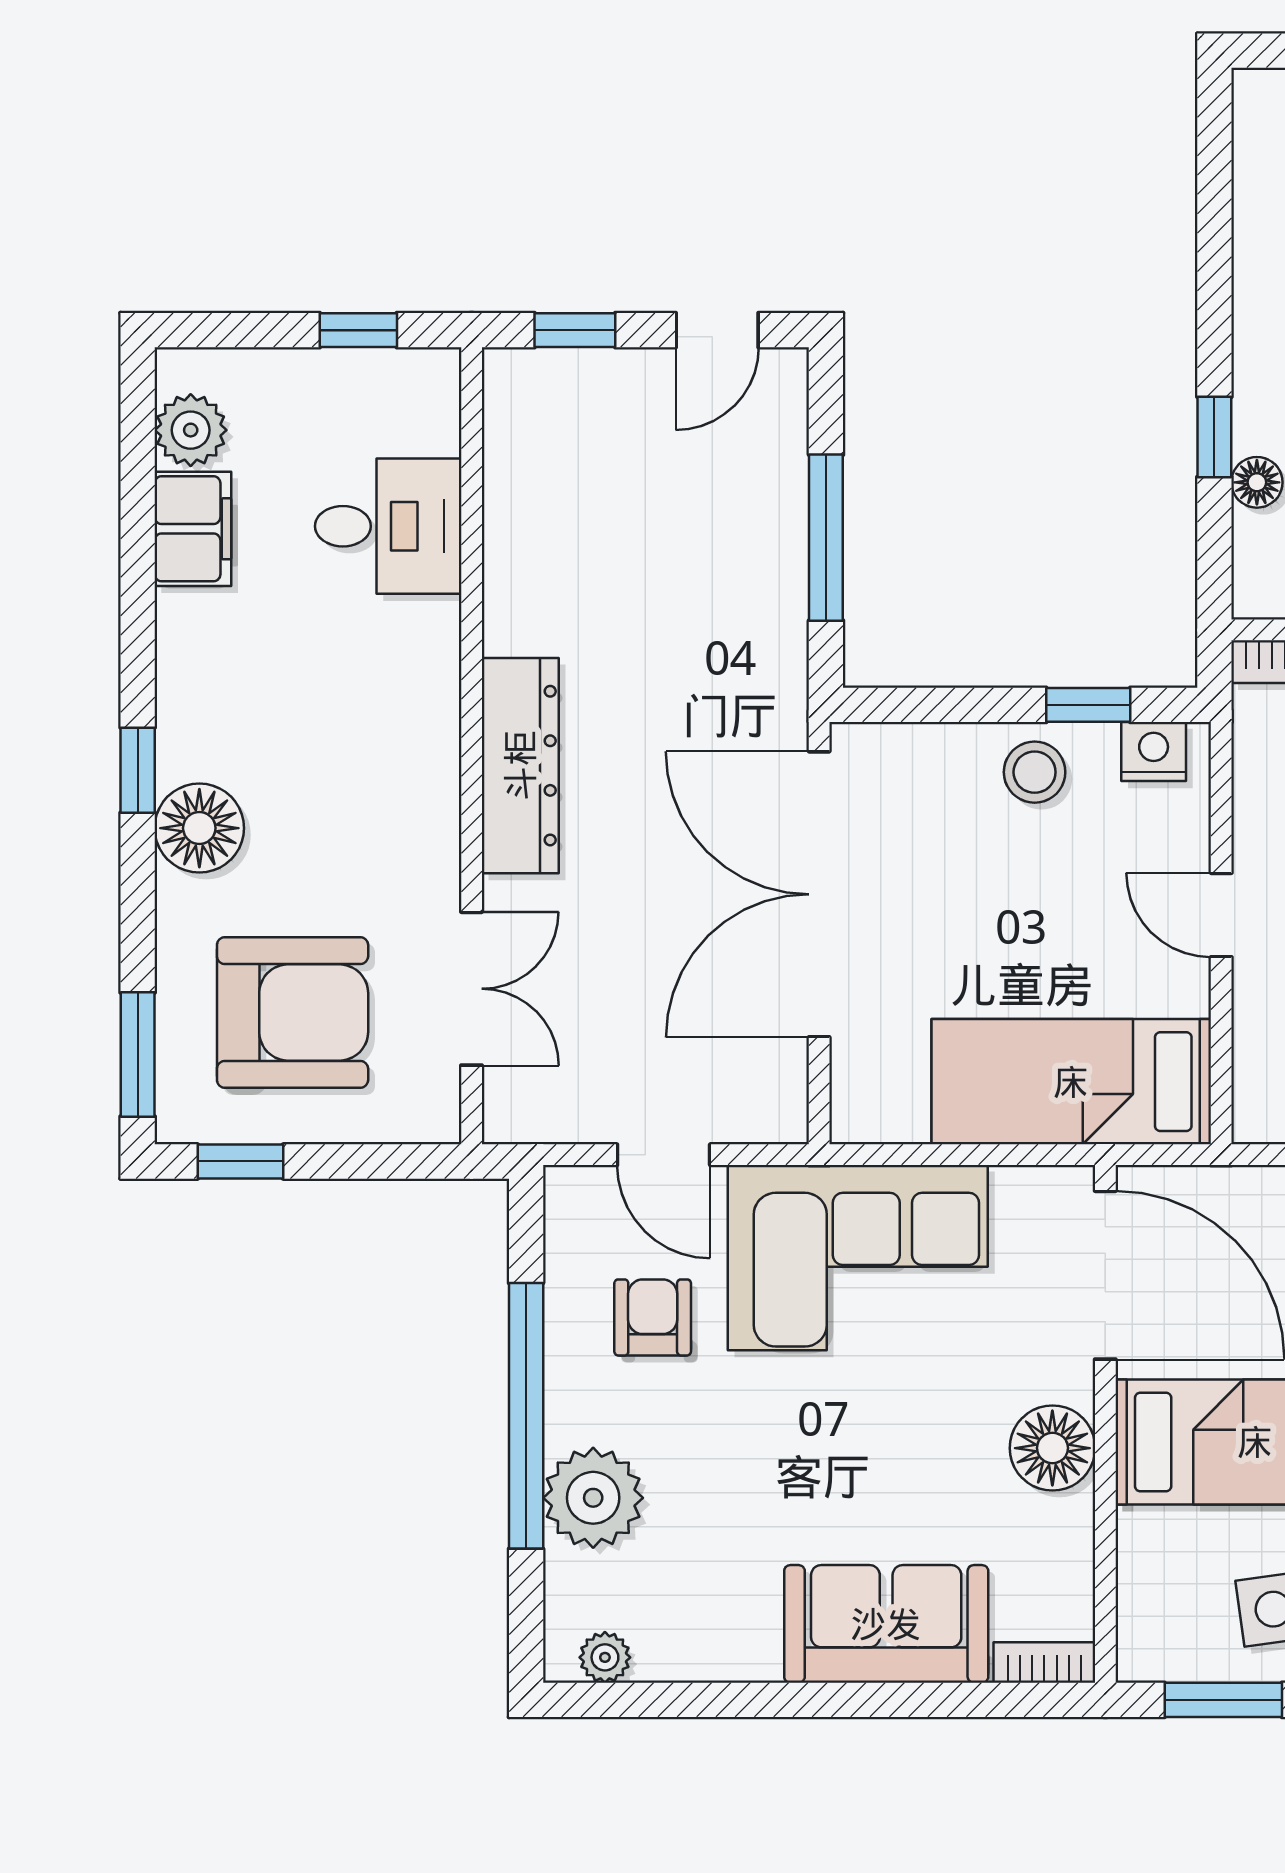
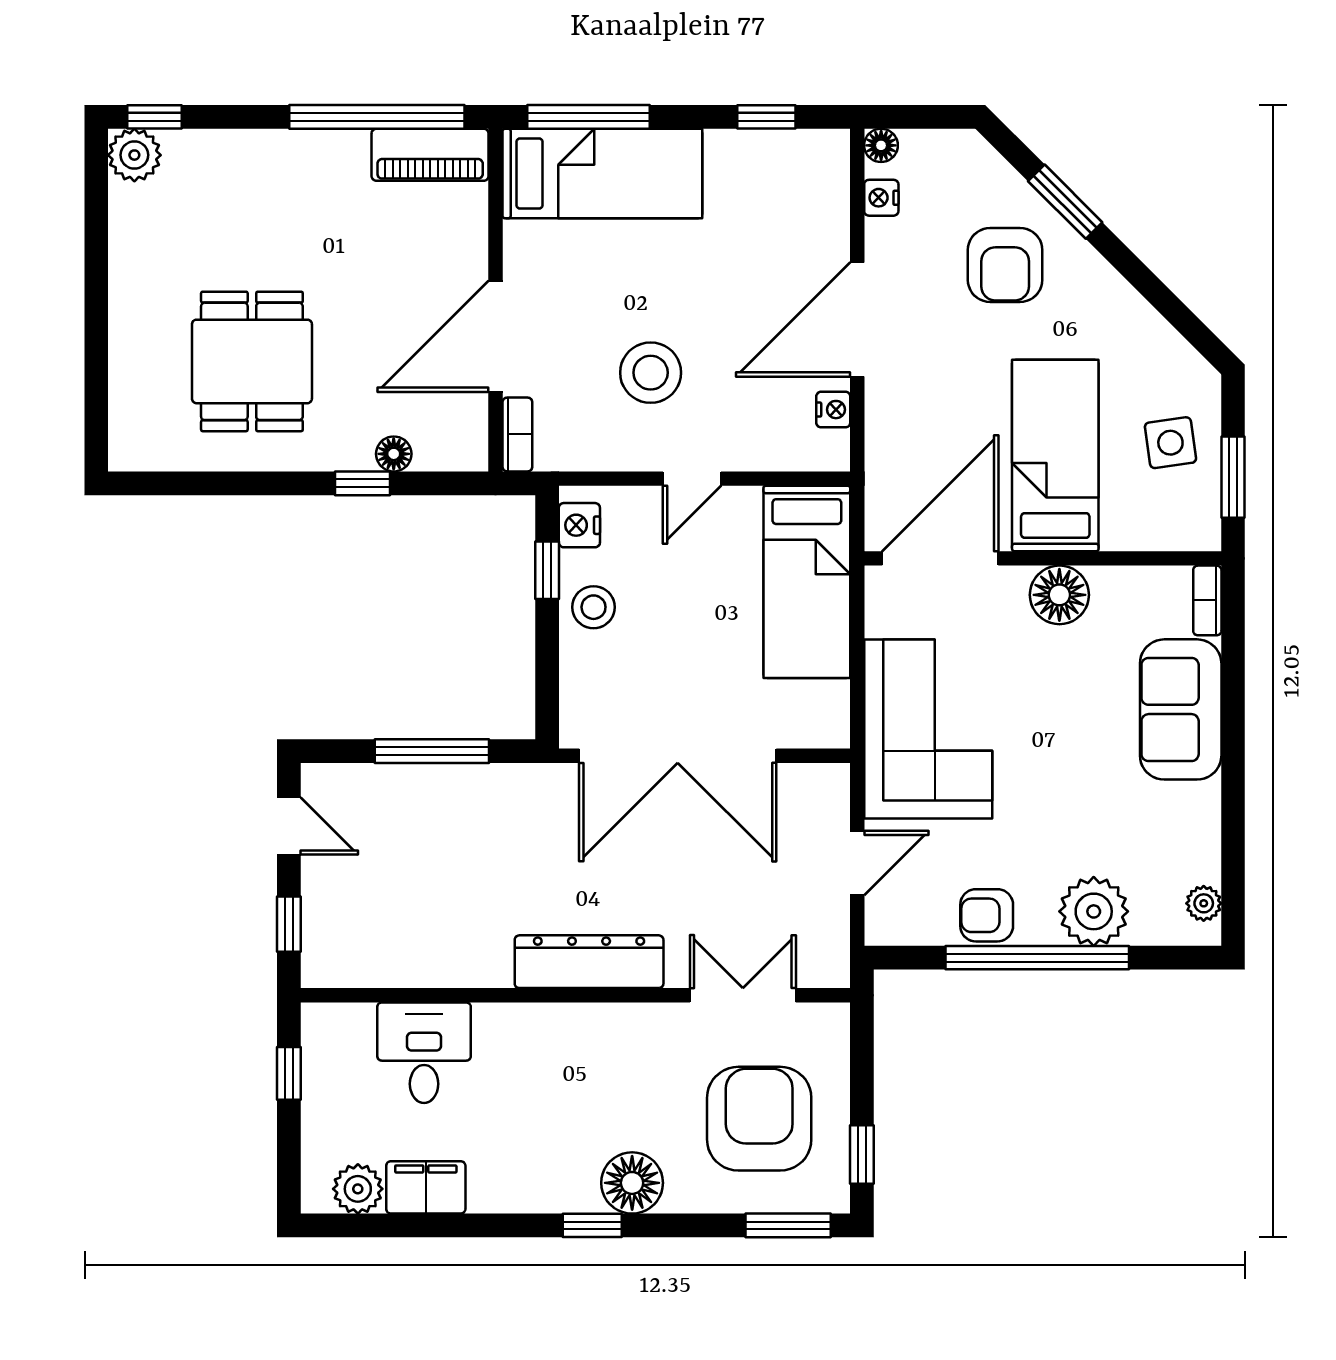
armchair: (653, 1317) -> (987, 915), moved

